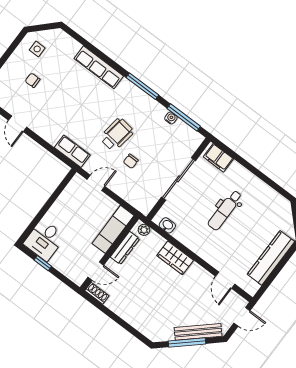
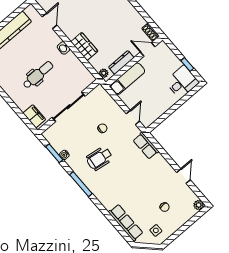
row of seats: (99, 67) -> (126, 223), moved
window: (184, 117) -> (54, 153), width x0.69
wheelchair: (117, 135) -> (99, 158), moved
door: (96, 183) -> (133, 117), swing flipped
washbasin: (167, 225) -> (64, 48), moved

